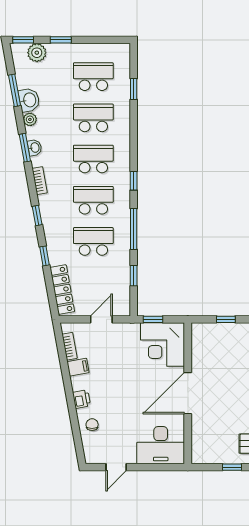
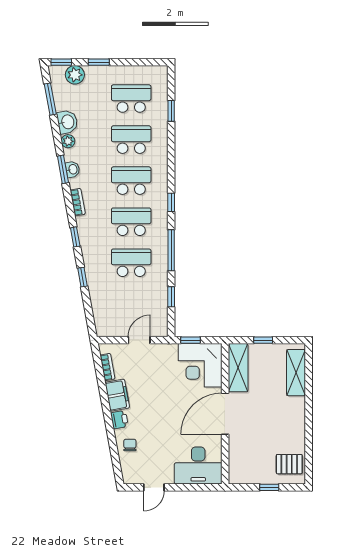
window: (14, 90) -> (50, 99), moved
locker: (62, 290) -> (100, 311), removed
shelving: (201, 347) -> (238, 368), added
filing cabinet: (78, 367) -> (117, 395), width x2.00

